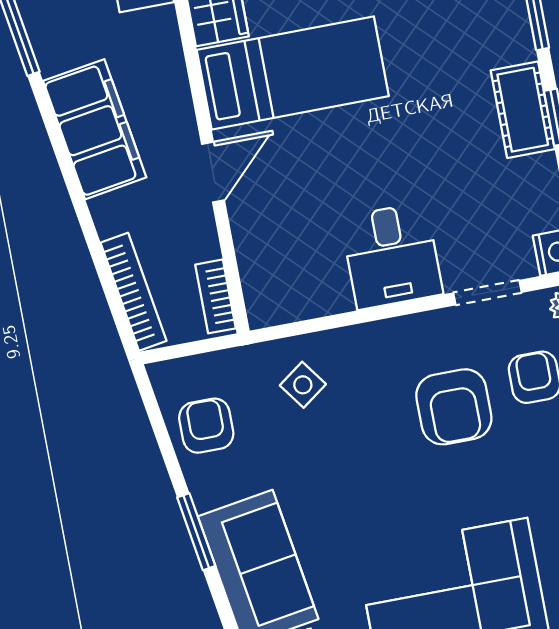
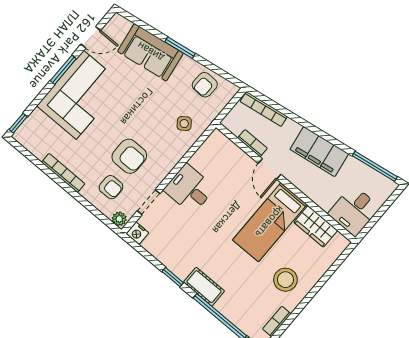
cot: (523, 110) -> (204, 287), moved
bookcase: (216, 296) -> (252, 143), moved
armchair: (454, 407) -> (129, 156), turned 180
armchair: (206, 426) -> (205, 85), turned 91

